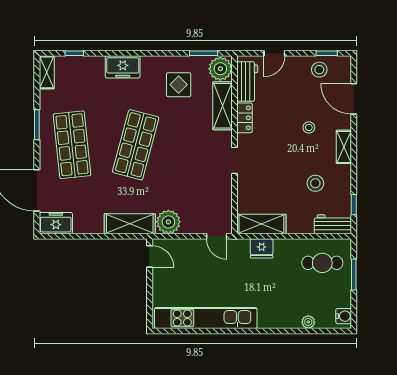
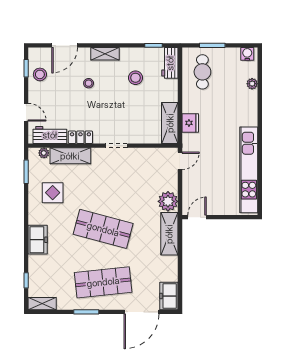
plant: (220, 69) -> (44, 153), width x0.53, depth x0.53

